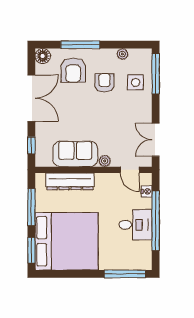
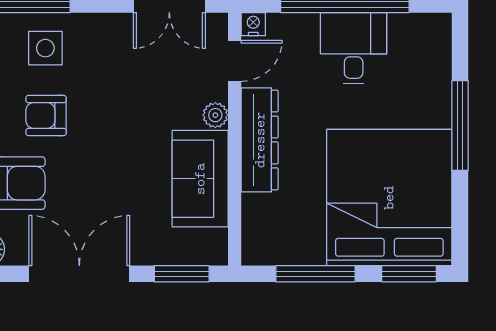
window: (31, 145) -> (182, 274), width x1.50
dresser: (70, 181) -> (260, 140), moved
nightstand: (147, 191) -> (253, 24), moved
window: (125, 274) -> (460, 125), moved

